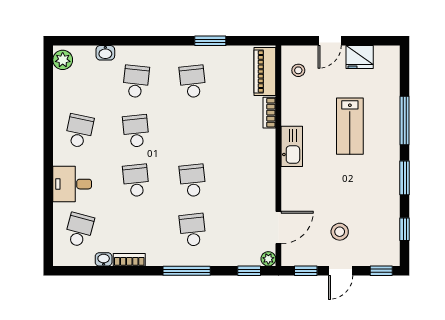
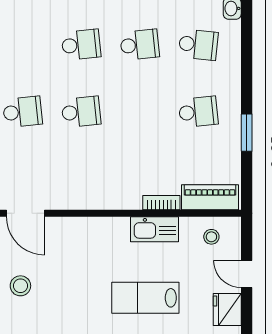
kitchen sink: (292, 146) -> (154, 229), moved

